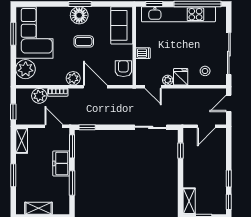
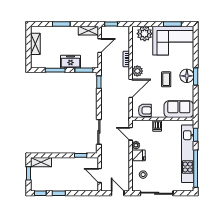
door: (153, 87) -> (131, 134), hinge flipped
plant: (39, 96) -> (124, 44), removed
door: (54, 126) -> (100, 46), moved

